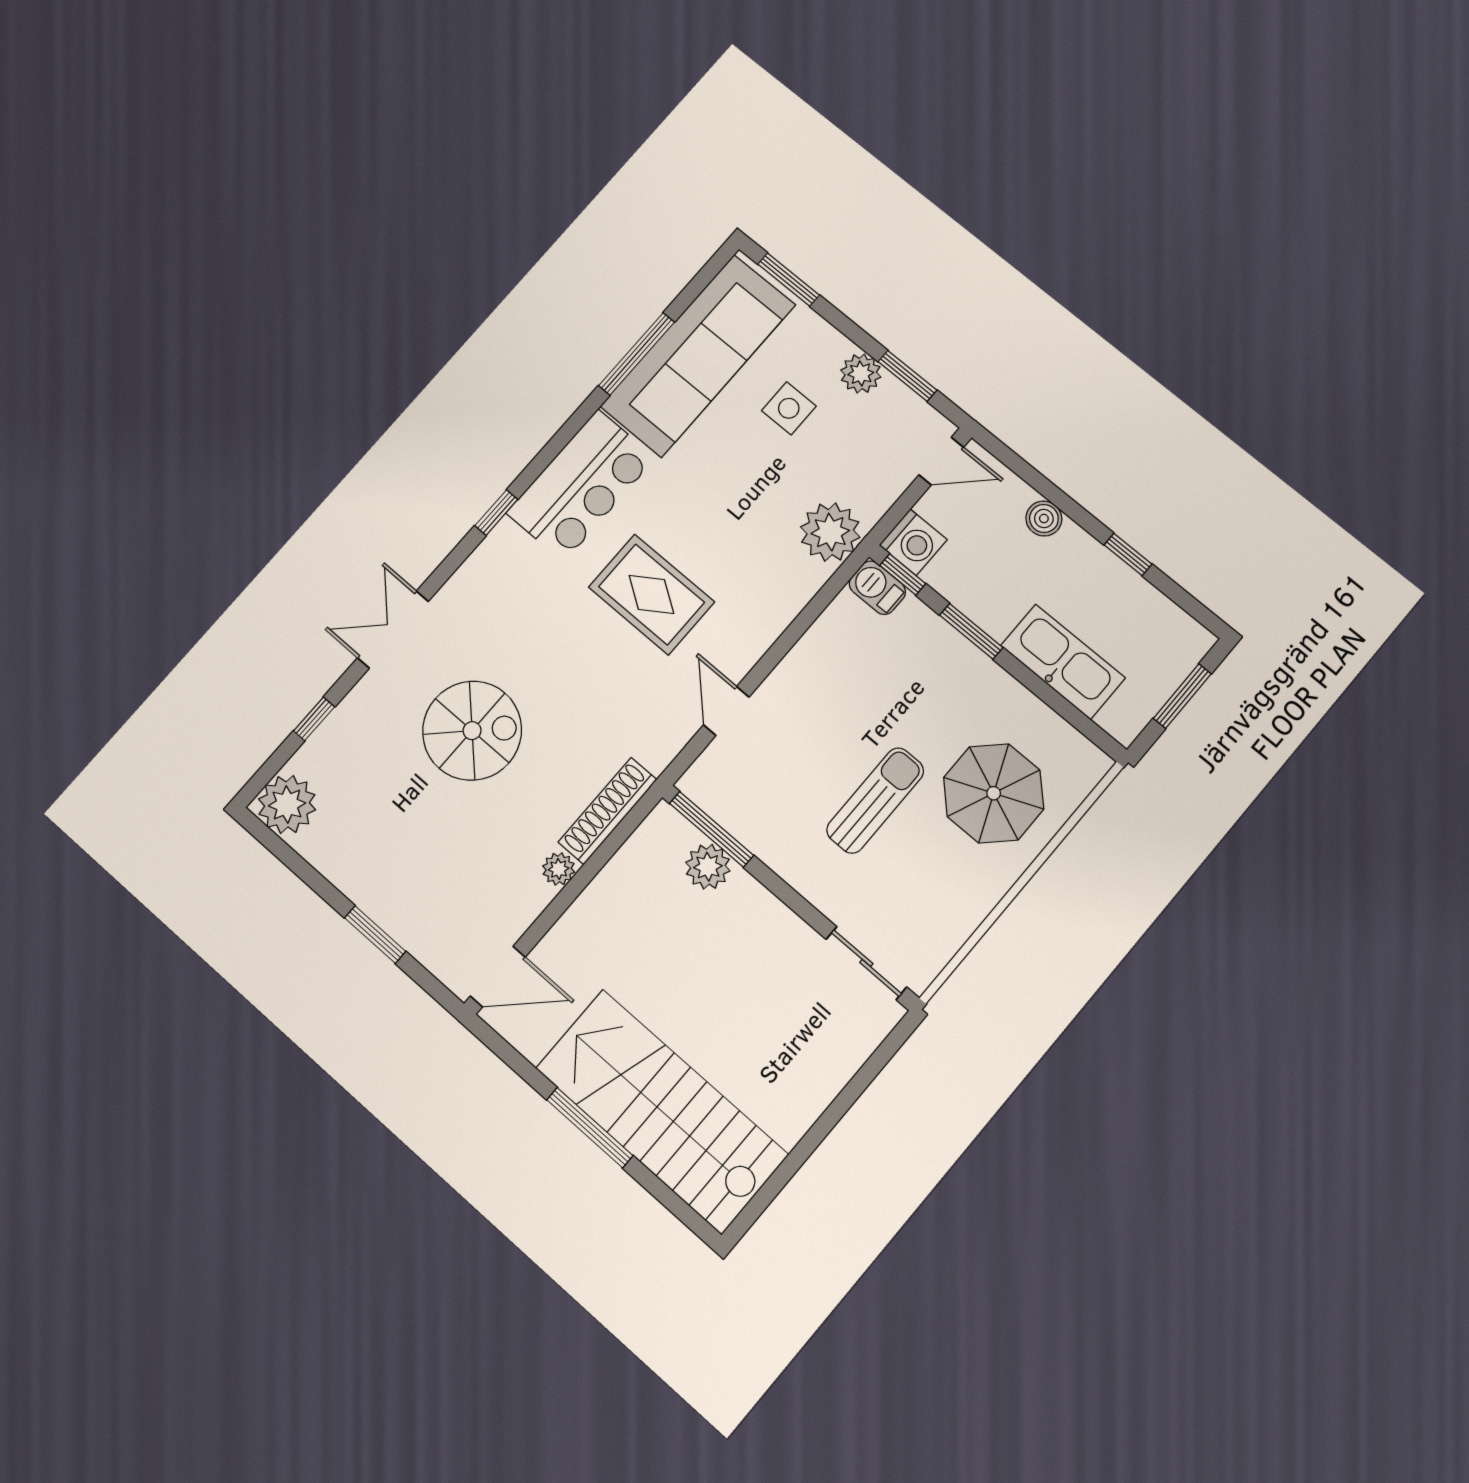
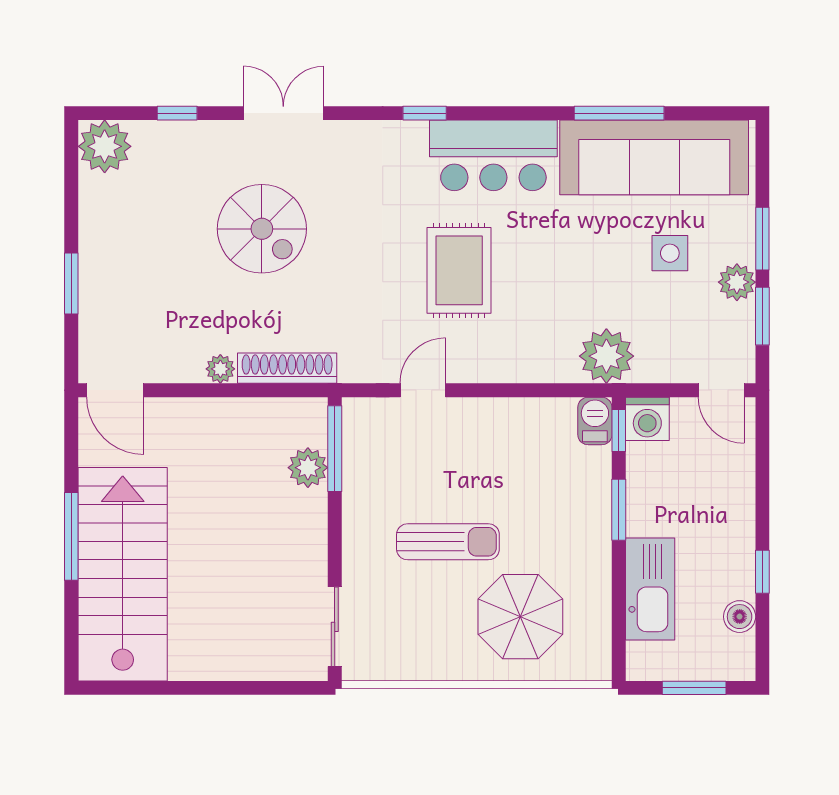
window: (789, 280) -> (762, 239), moved
boiler: (1044, 519) -> (740, 617), moved

